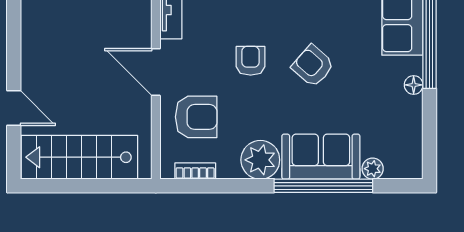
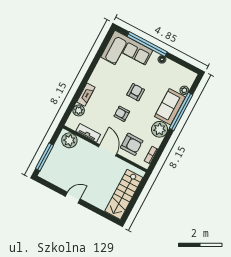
armchair: (313, 66) -> (136, 92), turned 139
door: (156, 72) -> (108, 150), swing flipped
door: (14, 108) -> (73, 198), moved
armchair: (196, 117) -> (132, 144), turned 90

